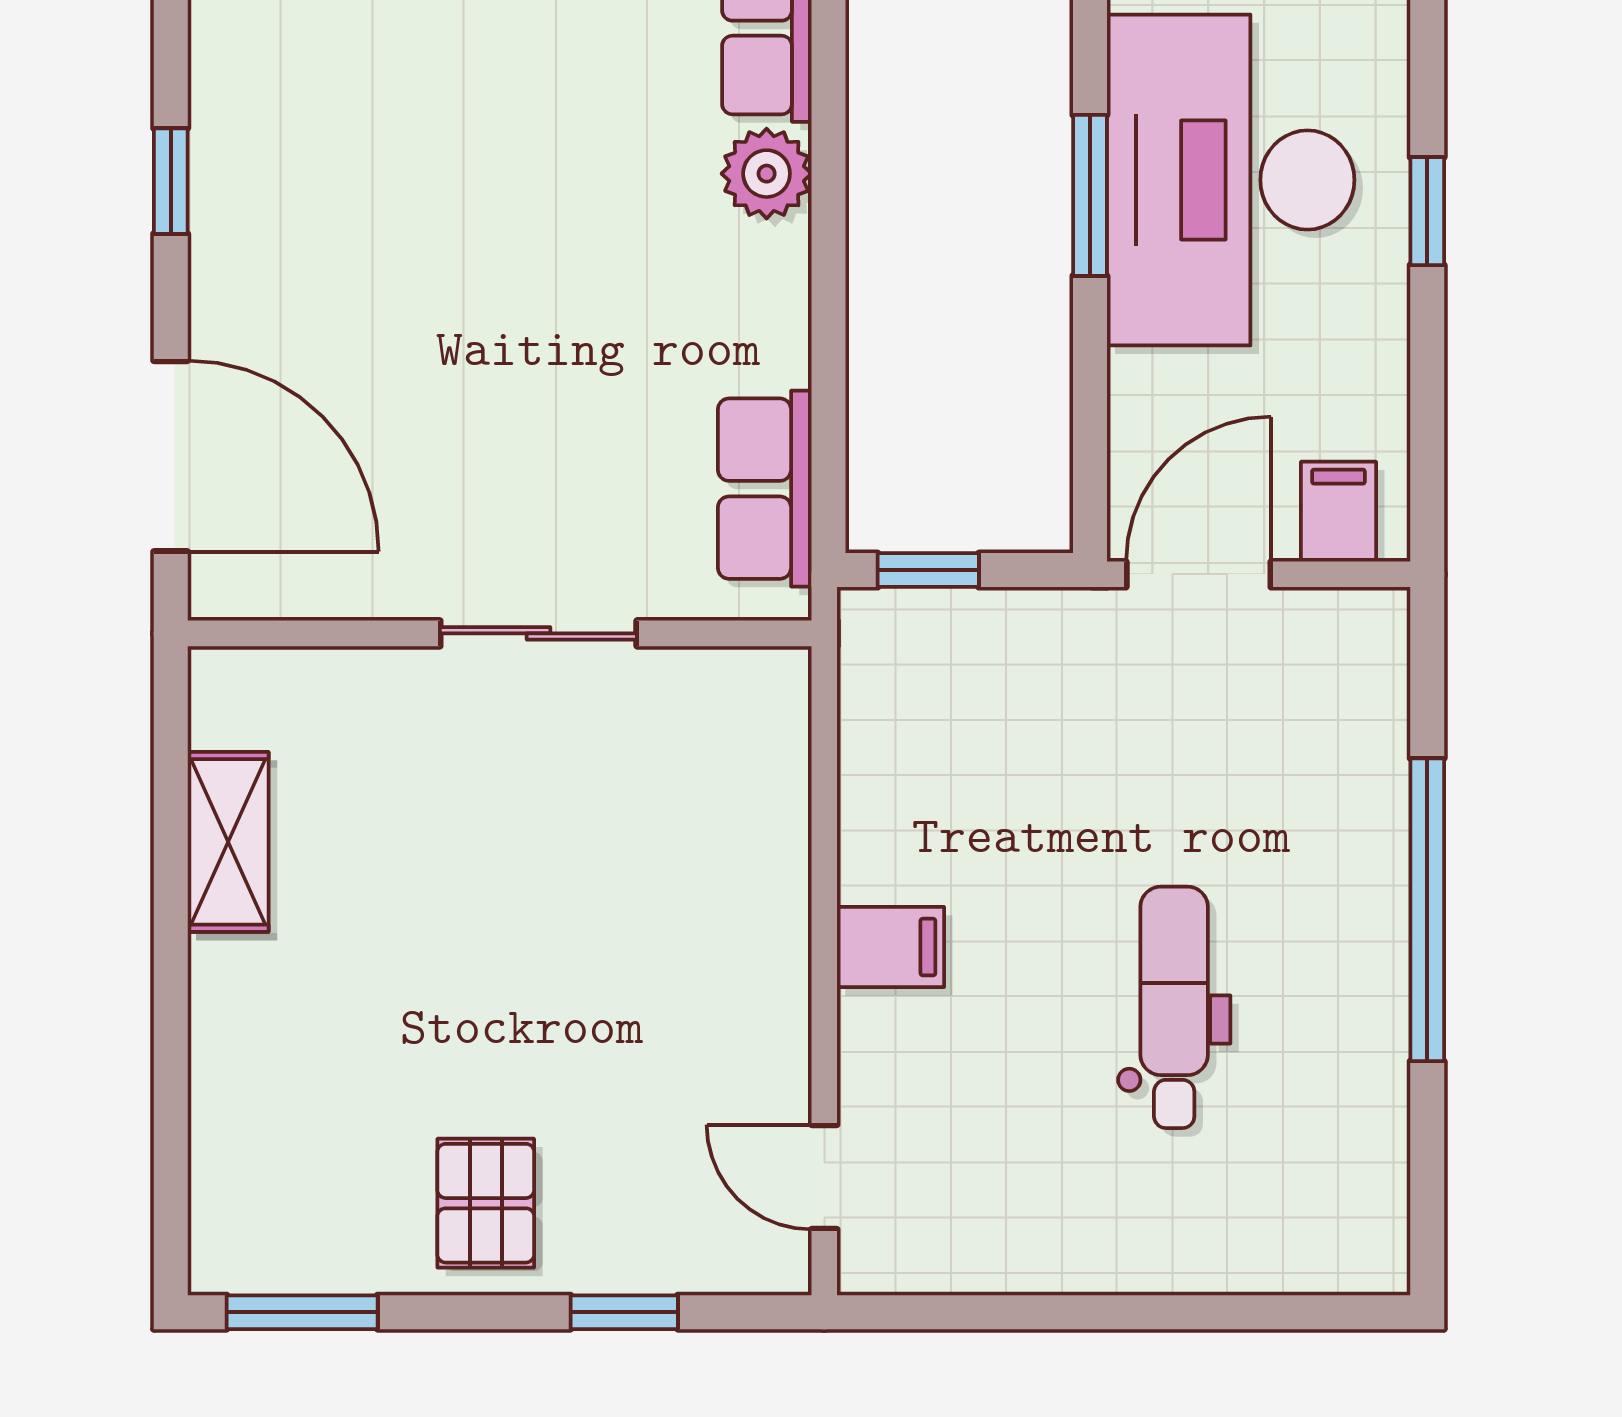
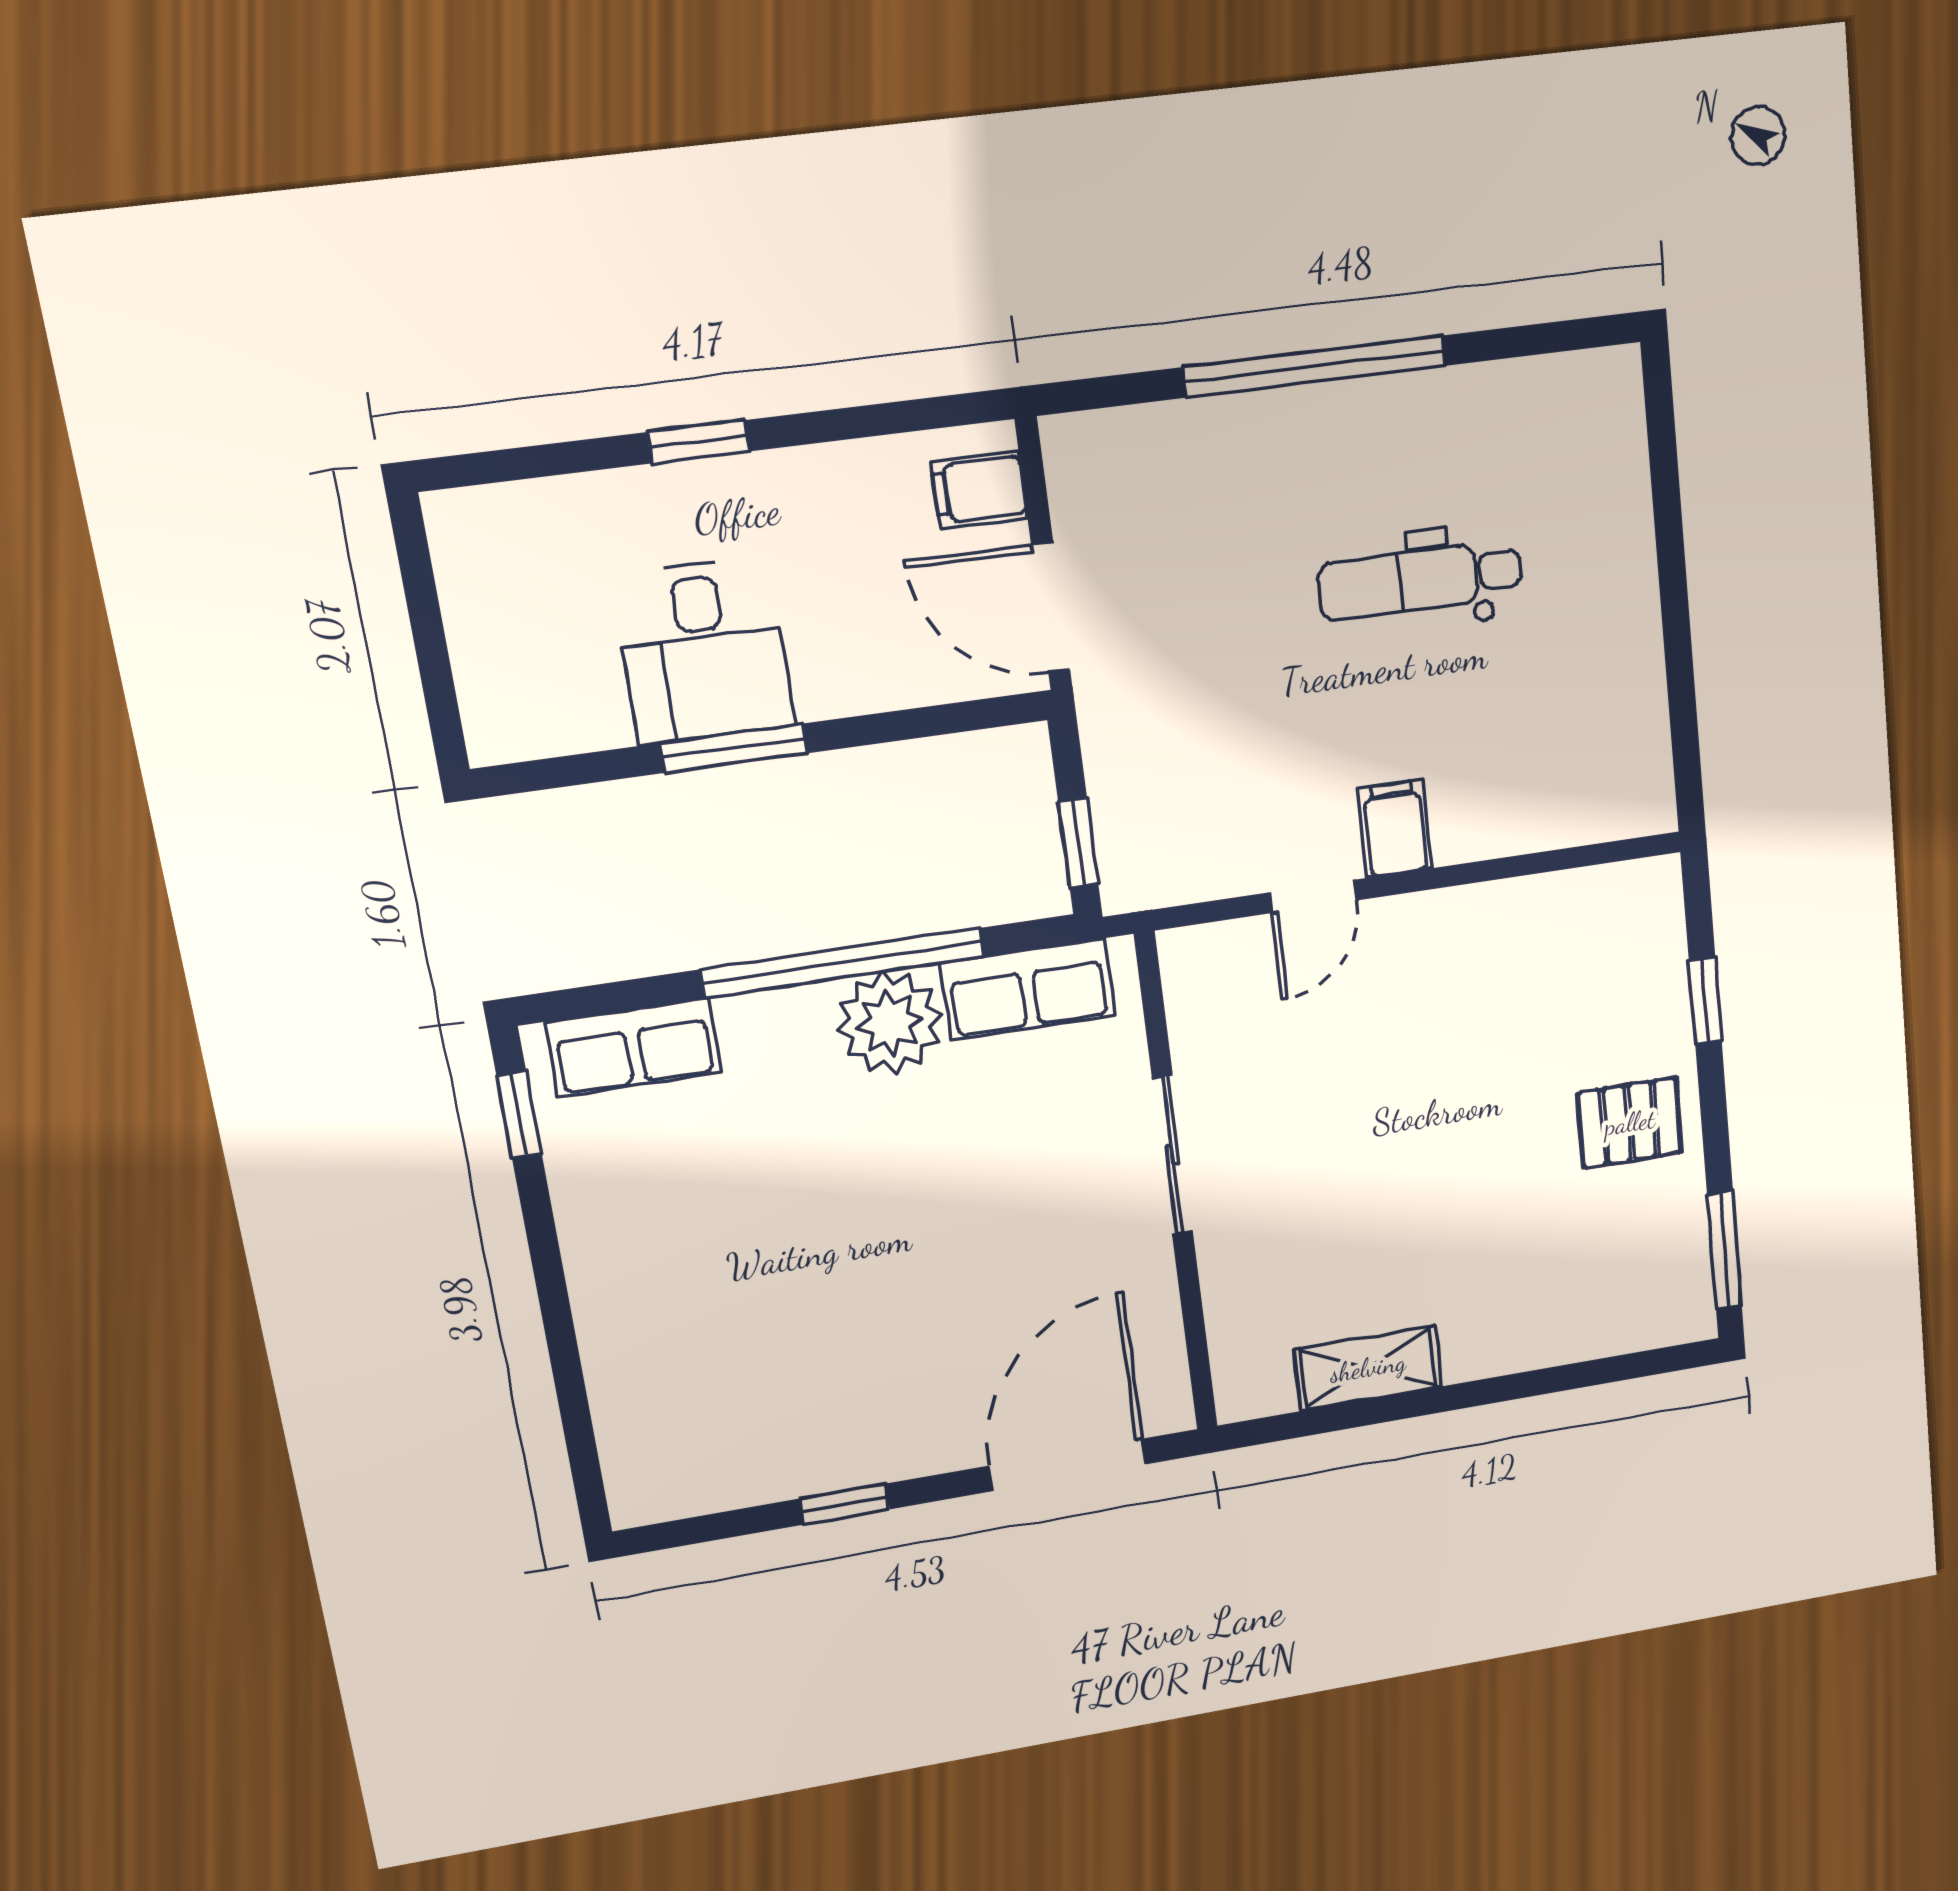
plant: (767, 174) -> (890, 1023), moved, width x1.36, depth x1.36
desk: (1231, 180) -> (704, 651), width x0.53, depth x0.77
window: (828, 280) -> (843, 963), added
door: (824, 1177) -> (1313, 896), moved

